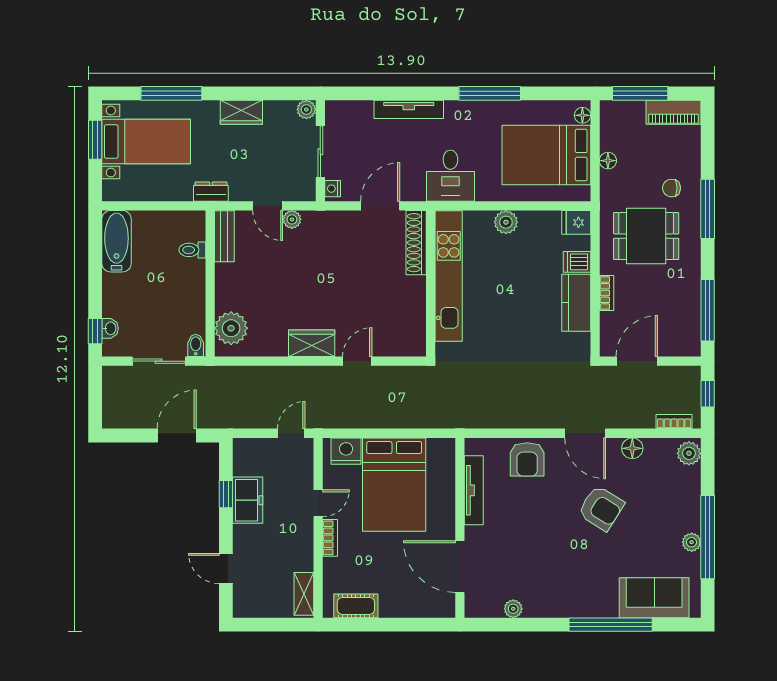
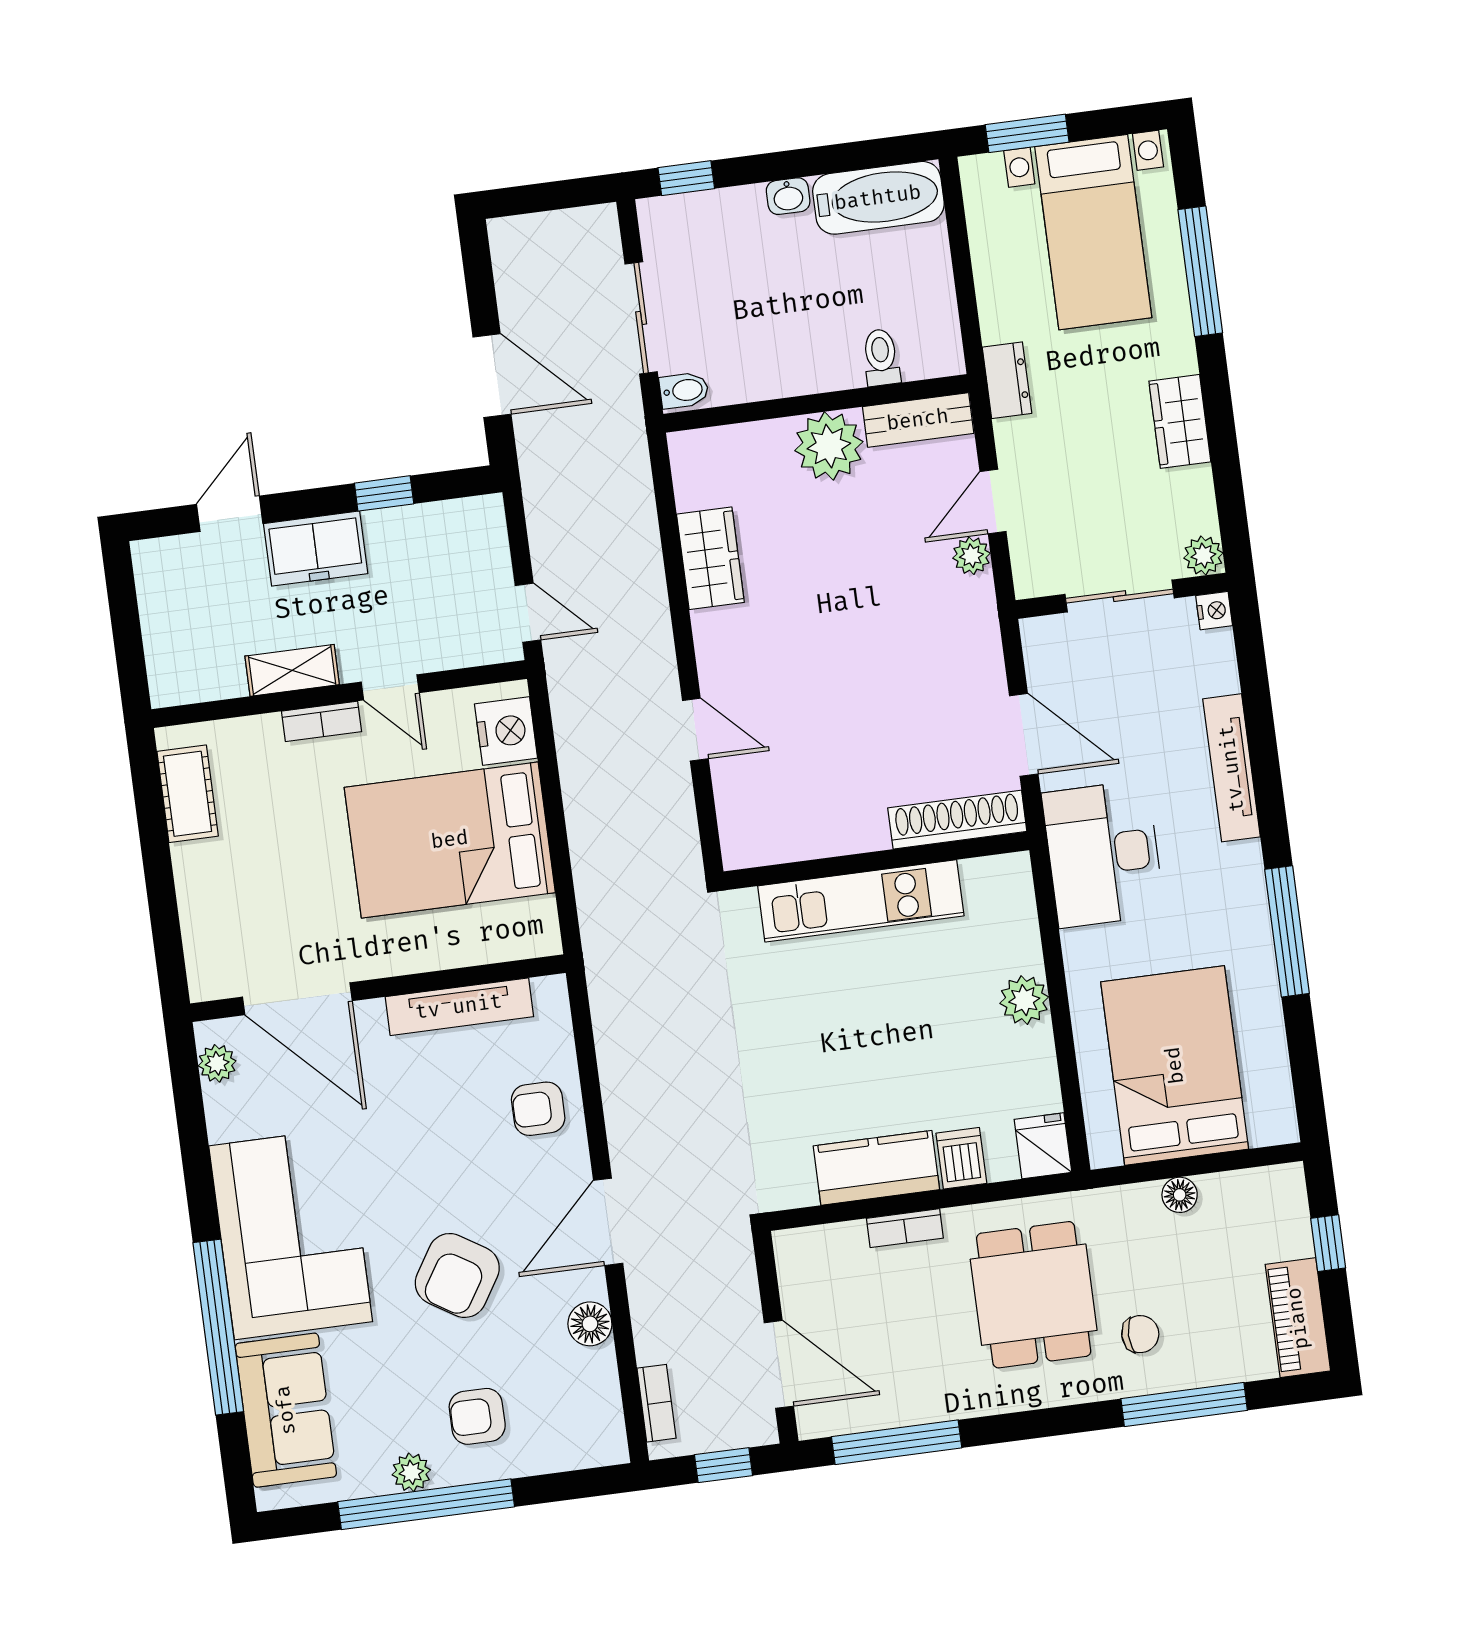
window: (640, 93) -> (1328, 1243), width x0.46
floor lamp: (582, 115) -> (1267, 1130), removed
window: (95, 140) -> (1027, 133), moved
desk: (450, 176) -> (1103, 854), width x1.37
chair: (671, 188) -> (1140, 1334), turned 90
nightstand: (333, 189) -> (1214, 611), moved, turned 90
window: (708, 209) -> (1184, 1404), moved
kitchen unit: (449, 276) -> (861, 901), width x0.73
washbasin: (110, 328) -> (788, 196), moved
plant: (231, 328) -> (829, 446), moved
wardrobe: (312, 343) -> (710, 558), moved
door: (637, 361) -> (779, 1364), moved
plant: (689, 453) -> (595, 1443), removed
armchair: (527, 459) -> (538, 1109), width x0.72, depth x0.72
freezer: (248, 500) -> (316, 549), moved
armchair: (669, 507) -> (477, 1416), added
door: (460, 567) -> (297, 999), swing flipped
corner sofa: (571, 584) -> (291, 1234), added
shelving: (304, 594) -> (292, 670), moved
plant: (513, 609) -> (217, 1063), moved

